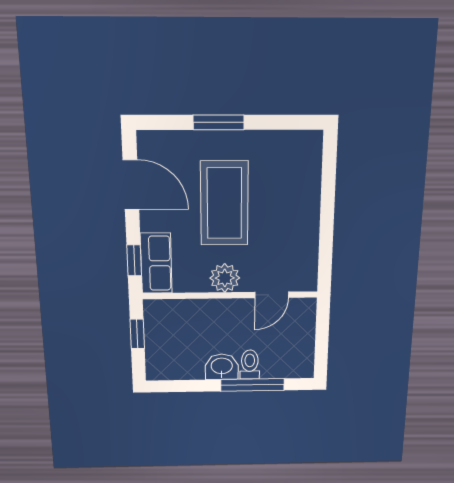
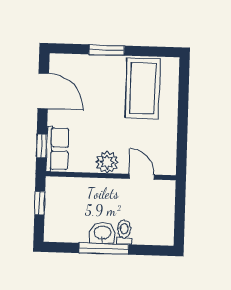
coffee table: (224, 203) -> (143, 88), moved
door: (272, 295) -> (142, 177), swing flipped
window: (252, 385) -> (104, 249), moved

